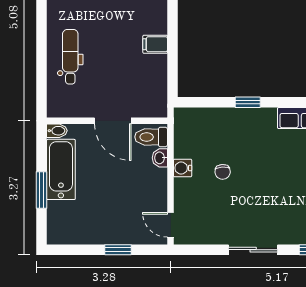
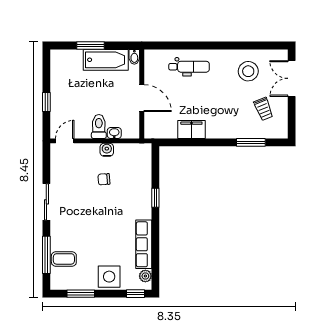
filing cabinet: (155, 44) -> (191, 129), width x2.00
door: (113, 121) -> (142, 98), swing flipped
toilet: (151, 137) -> (99, 126), moved

